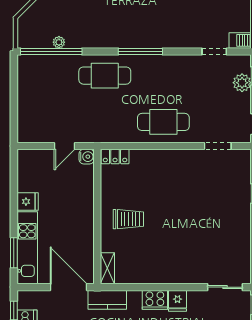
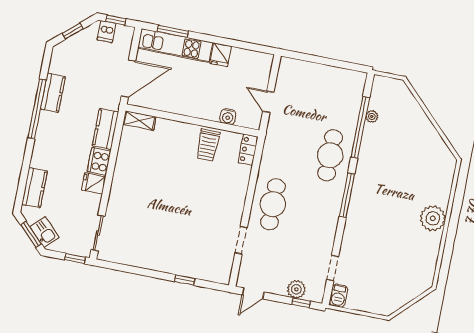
window: (51, 51) -> (360, 127), moved
doorway: (218, 146) -> (241, 240), moved
water cooler: (87, 157) -> (228, 117), moved
trolley: (128, 219) -> (208, 145), moved
kitchen counter: (107, 300) -> (105, 129), moved

